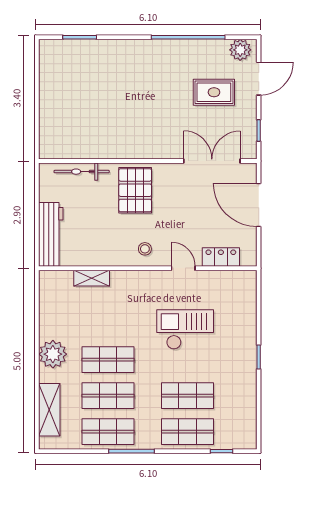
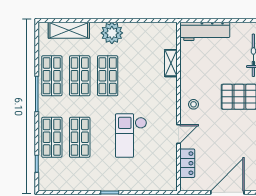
checkout: (185, 330) -> (131, 136), turned 180

